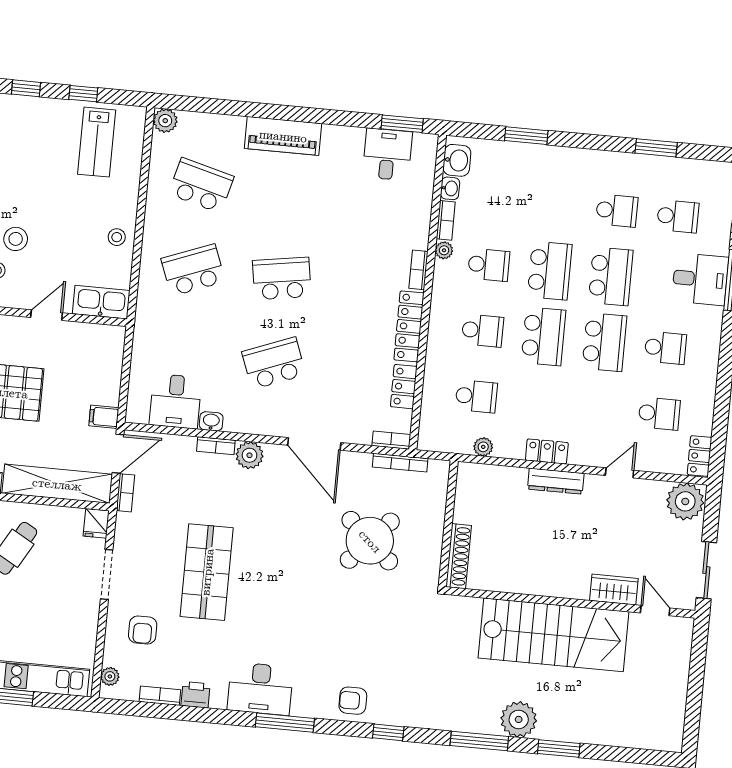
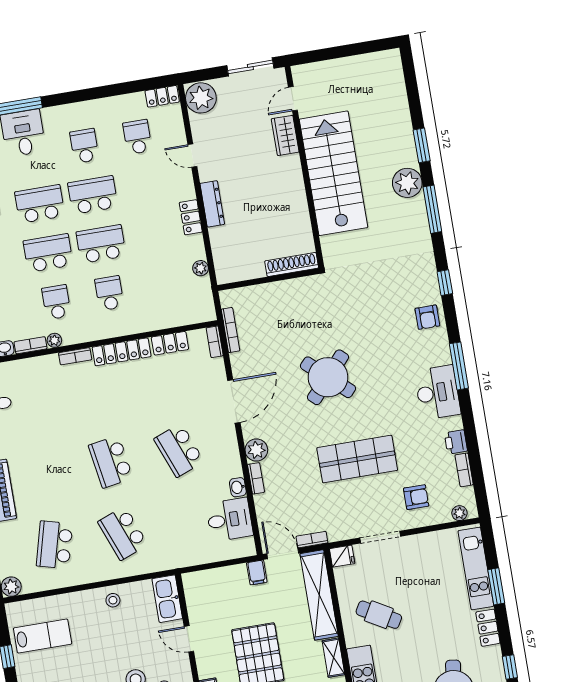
school desk: (476, 396) -> (162, 284), removed
round table: (370, 541) -> (328, 377), moved

